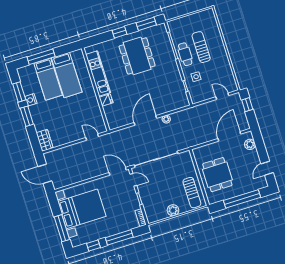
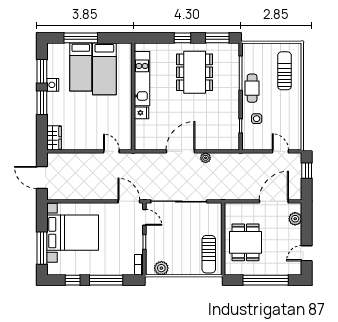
sun lounger: (201, 47) -> (284, 71), moved
plant: (173, 210) -> (161, 268), moved

